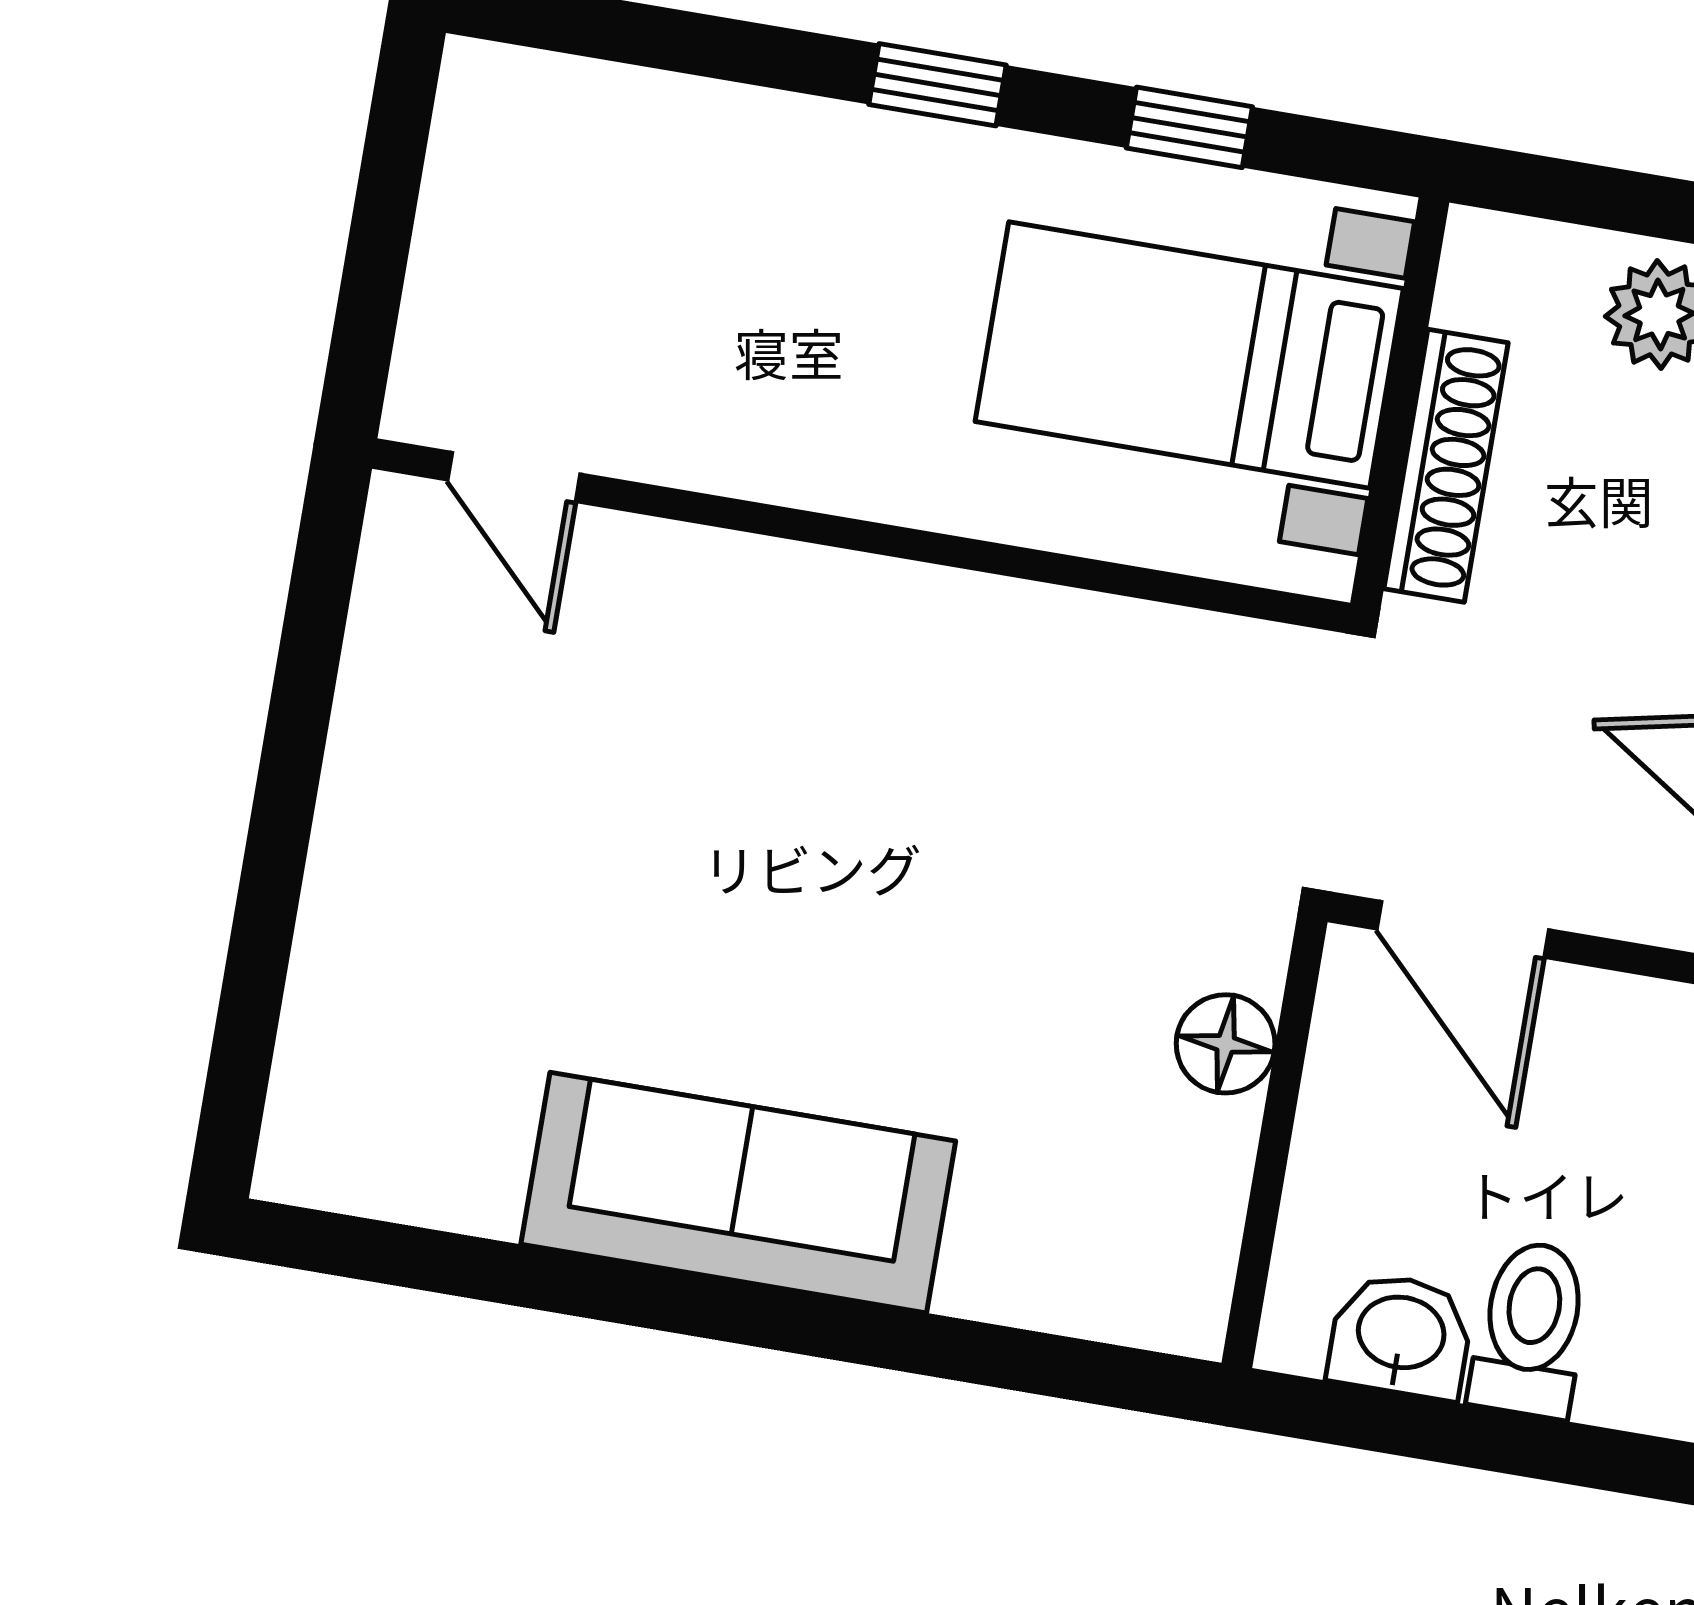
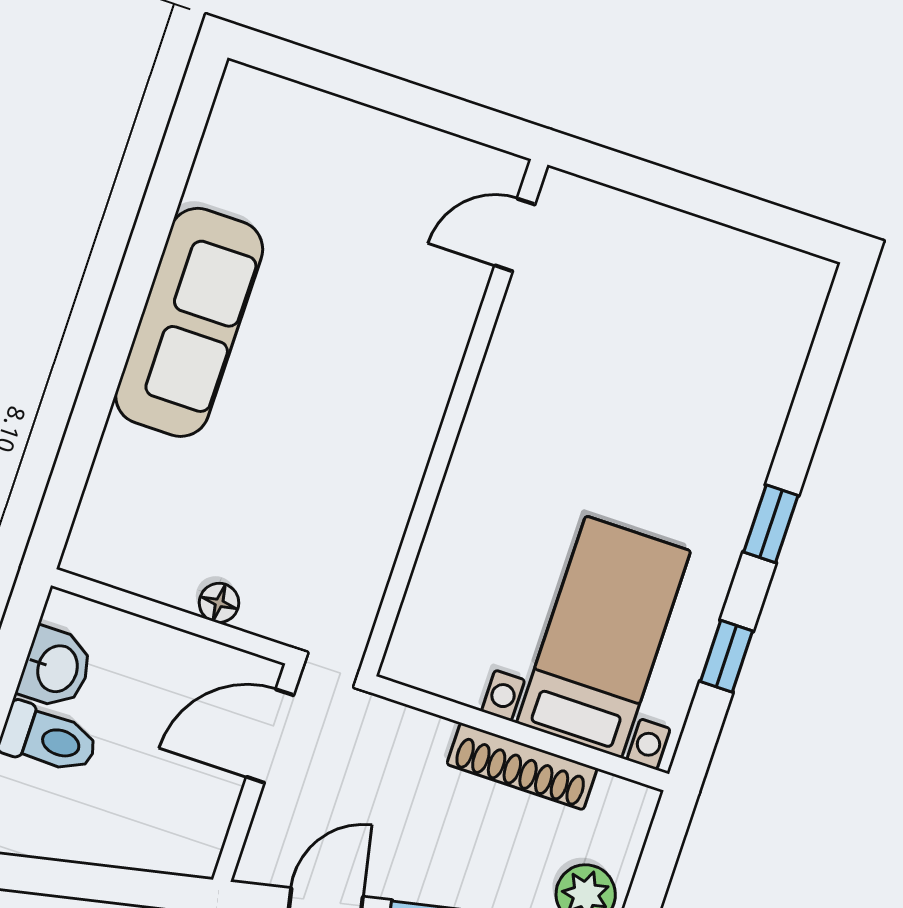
door: (514, 477) -> (515, 235), moved
wall: (861, 536) -> (454, 418), moved
floor lamp: (1226, 1044) -> (219, 603), width x0.73, depth x0.73

